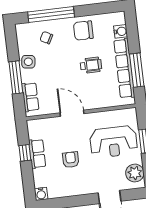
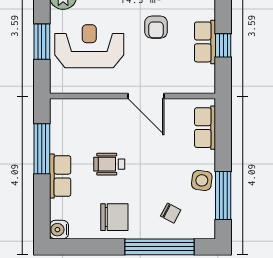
water cooler: (121, 31) -> (59, 230), moved
row of seats: (124, 68) -> (60, 176), width x0.50
window: (16, 77) -> (223, 196), moved

